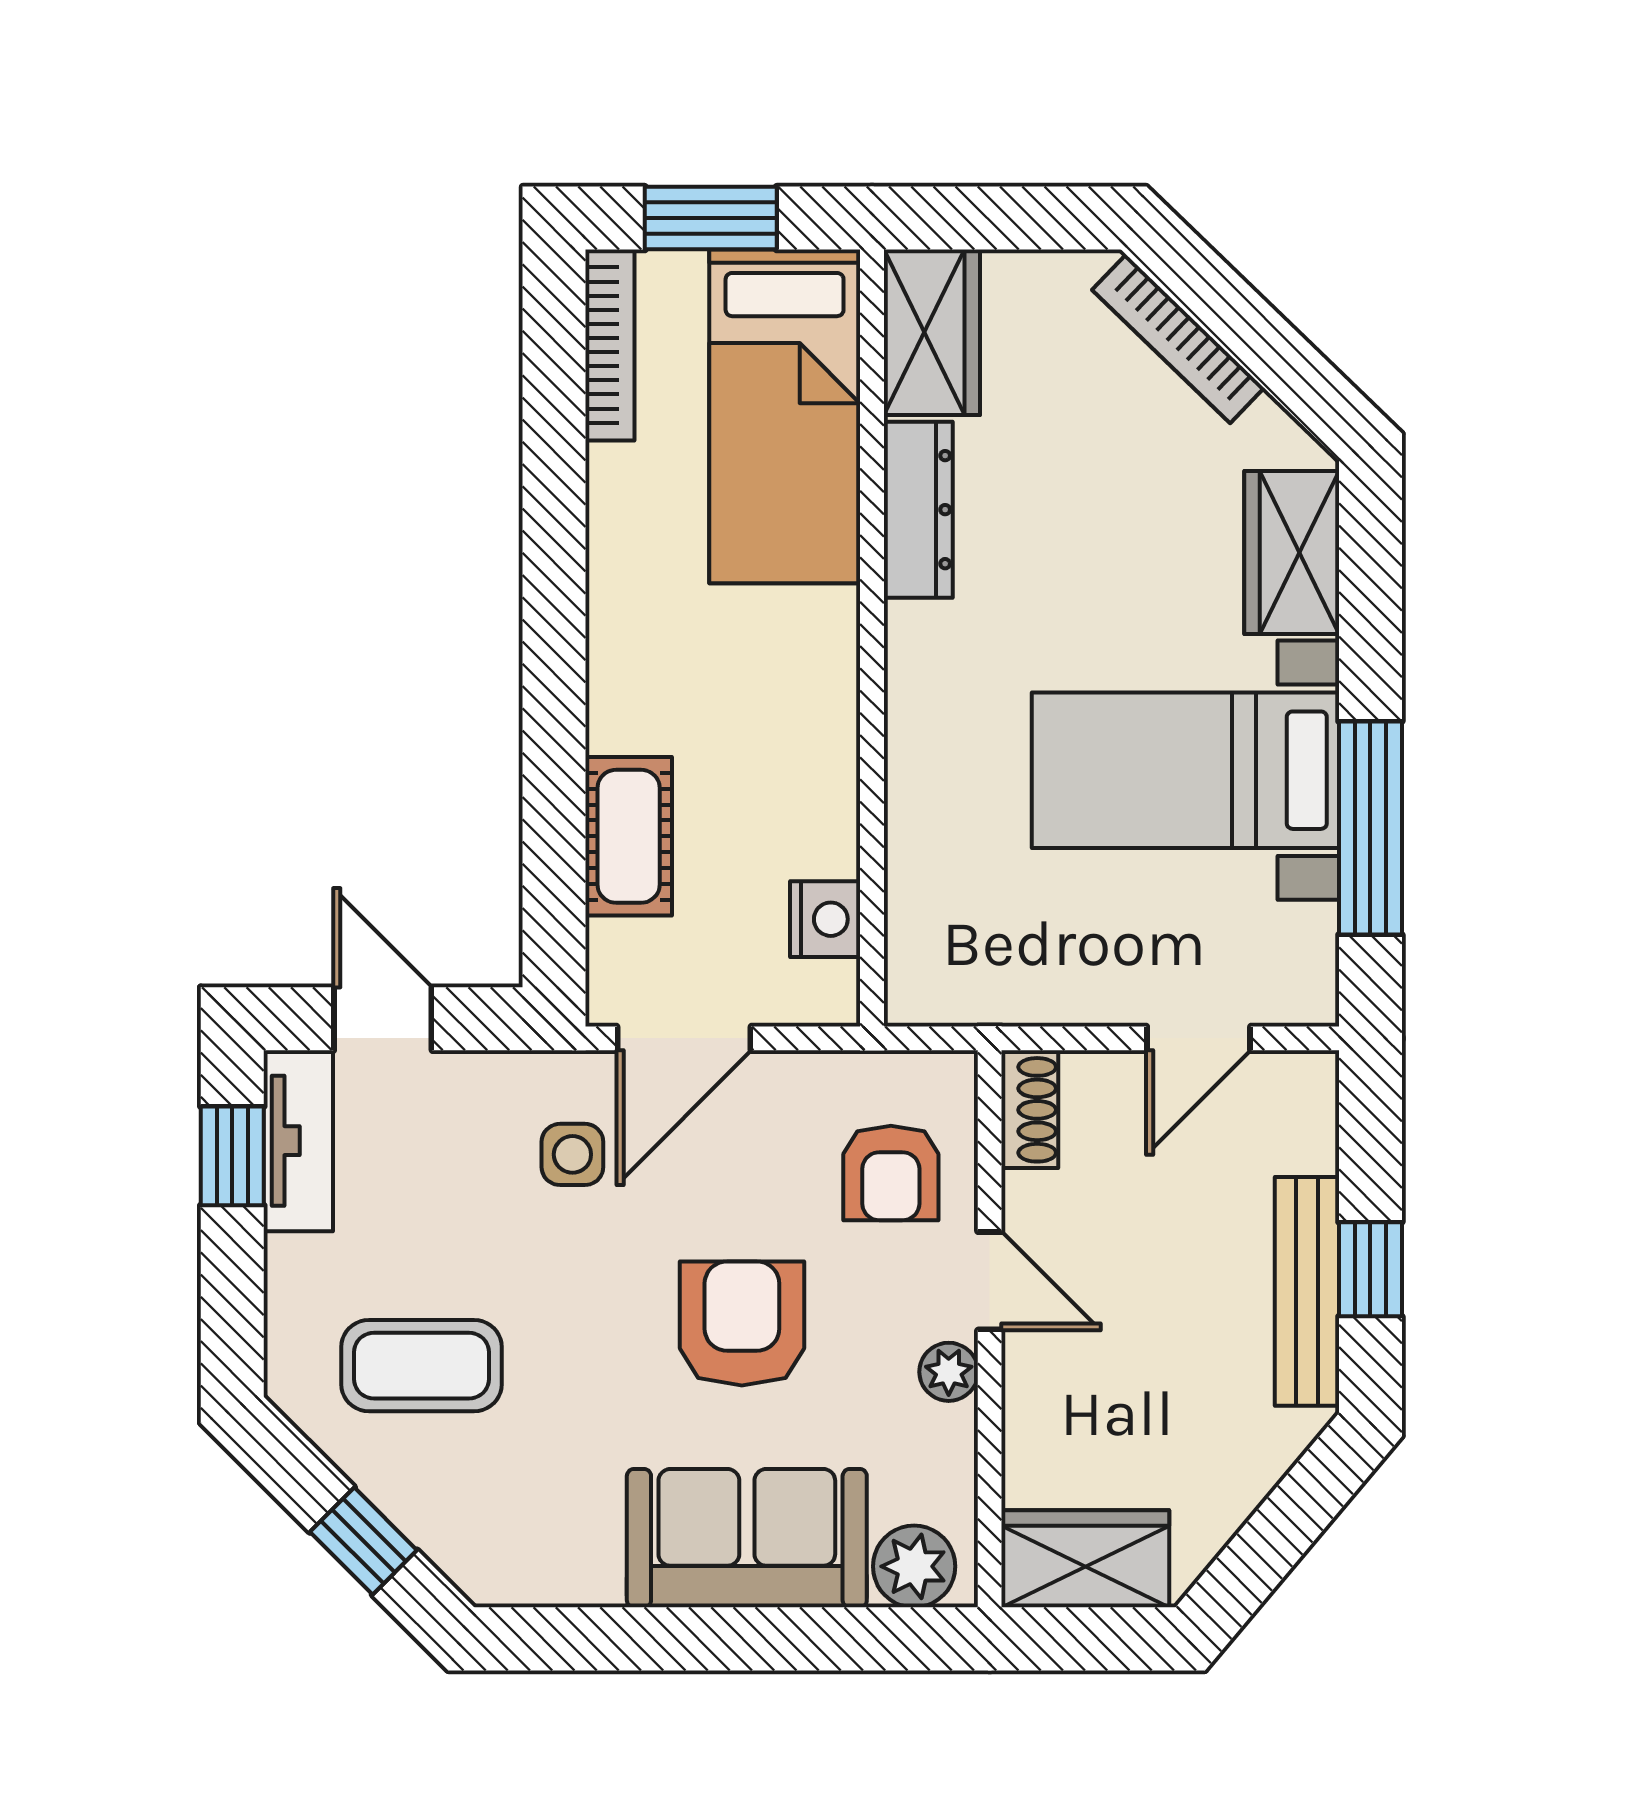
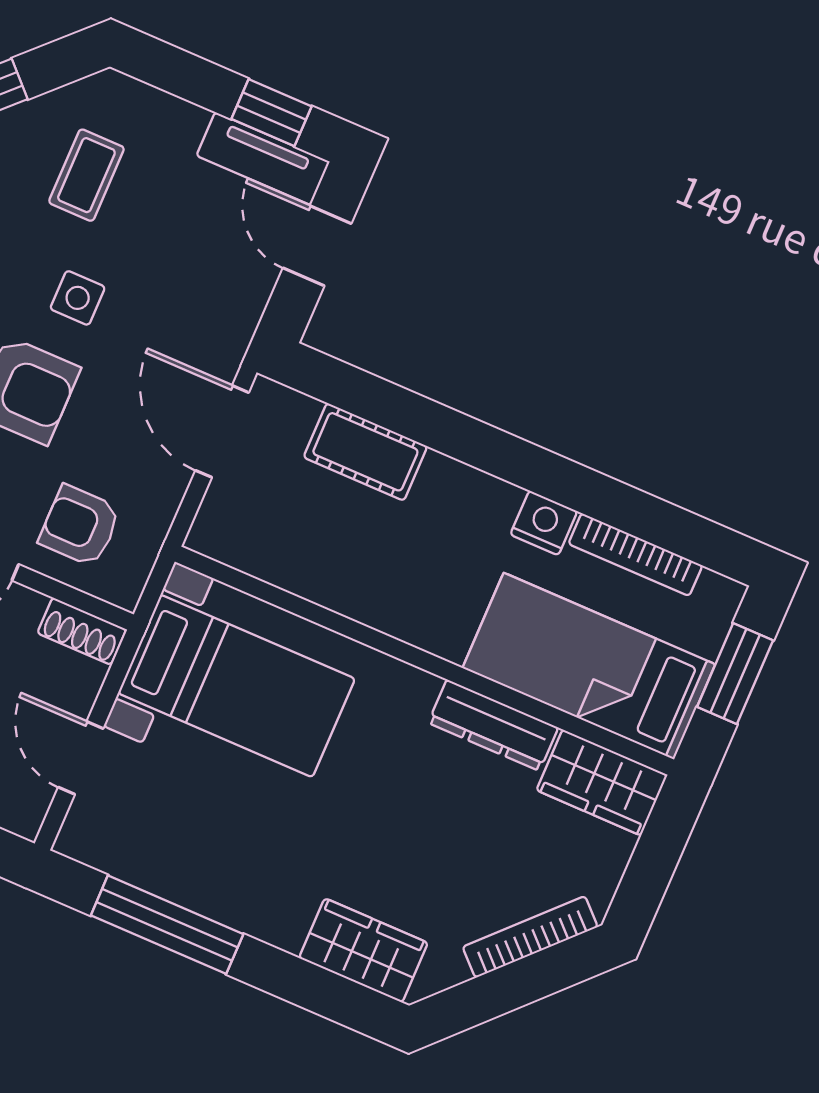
bookcase: (610, 345) -> (635, 555), moved
bed with nightstands: (1185, 770) -> (236, 686), moved, turned 90
nightstand: (825, 919) -> (544, 523), moved, turned 180
door: (383, 1019) -> (317, 246), swing flipped
side table: (572, 1154) -> (78, 298), moved
coffee table: (421, 1366) -> (86, 175), width x0.73, depth x0.77

